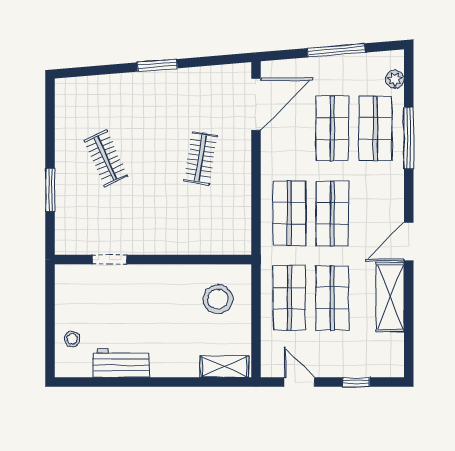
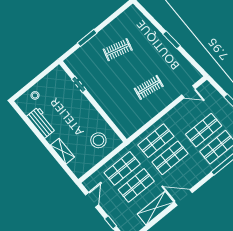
door: (256, 104) -> (188, 92), width x0.53
clothes rail: (106, 158) -> (118, 50), turned 39
shelving: (224, 367) -> (62, 151), moved

